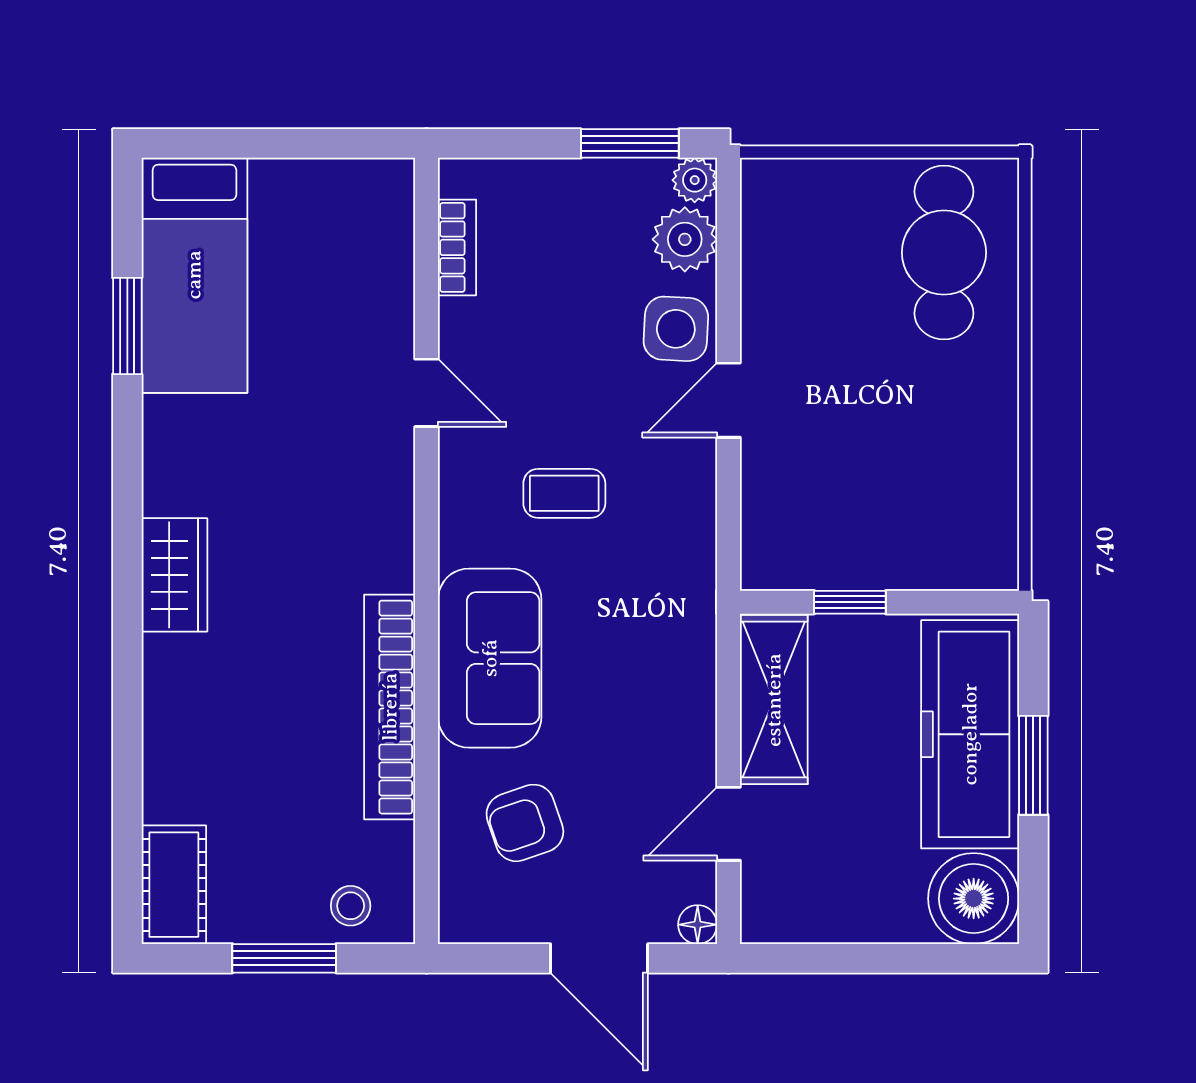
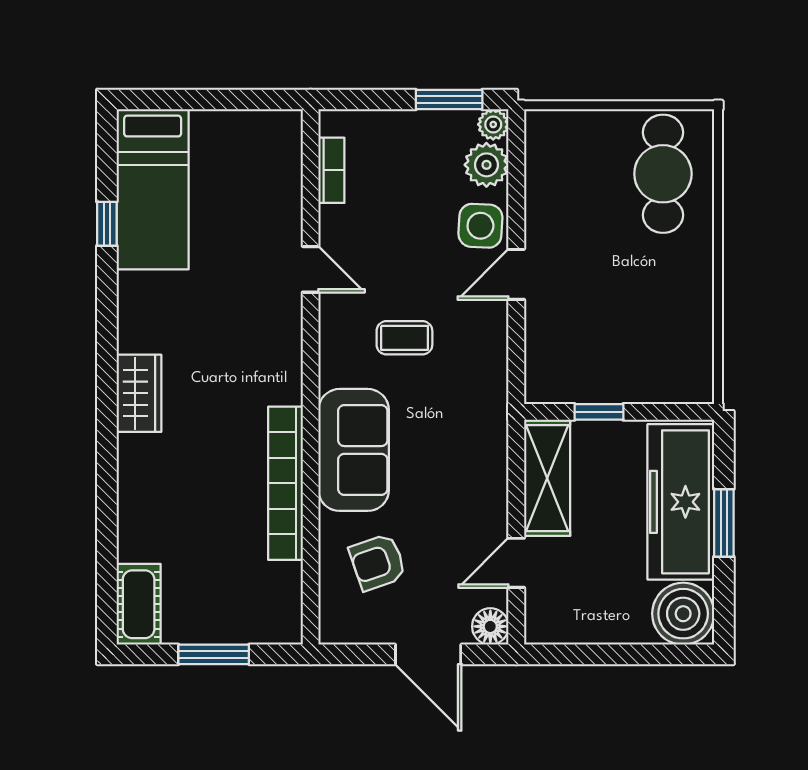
window: (127, 326) -> (107, 224), width x0.67
stool: (351, 906) -> (259, 619), removed
floor lamp: (698, 925) -> (490, 626), width x1.37, depth x1.37

